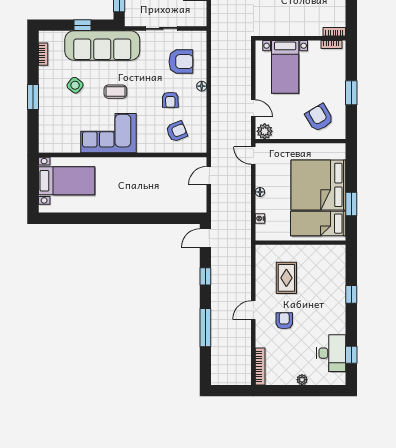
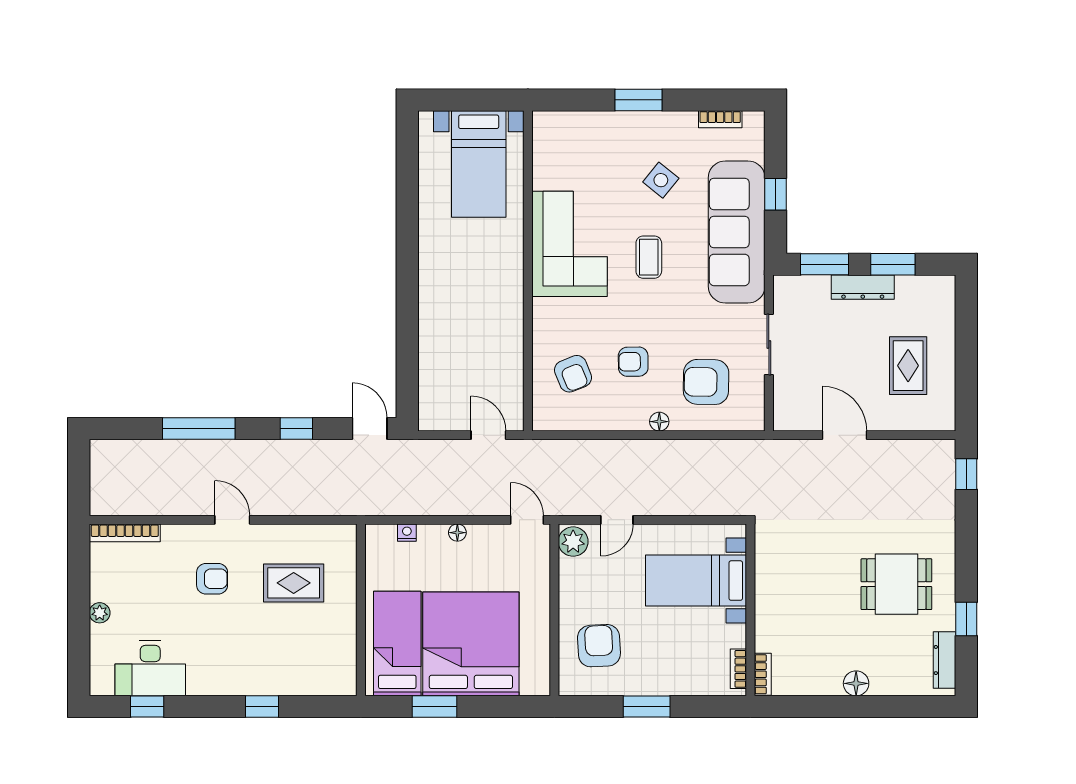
armchair: (181, 62) -> (706, 382), turned 91
armchair: (319, 118) -> (599, 646), turned -62
door: (253, 155) -> (527, 520), hinge flipped

